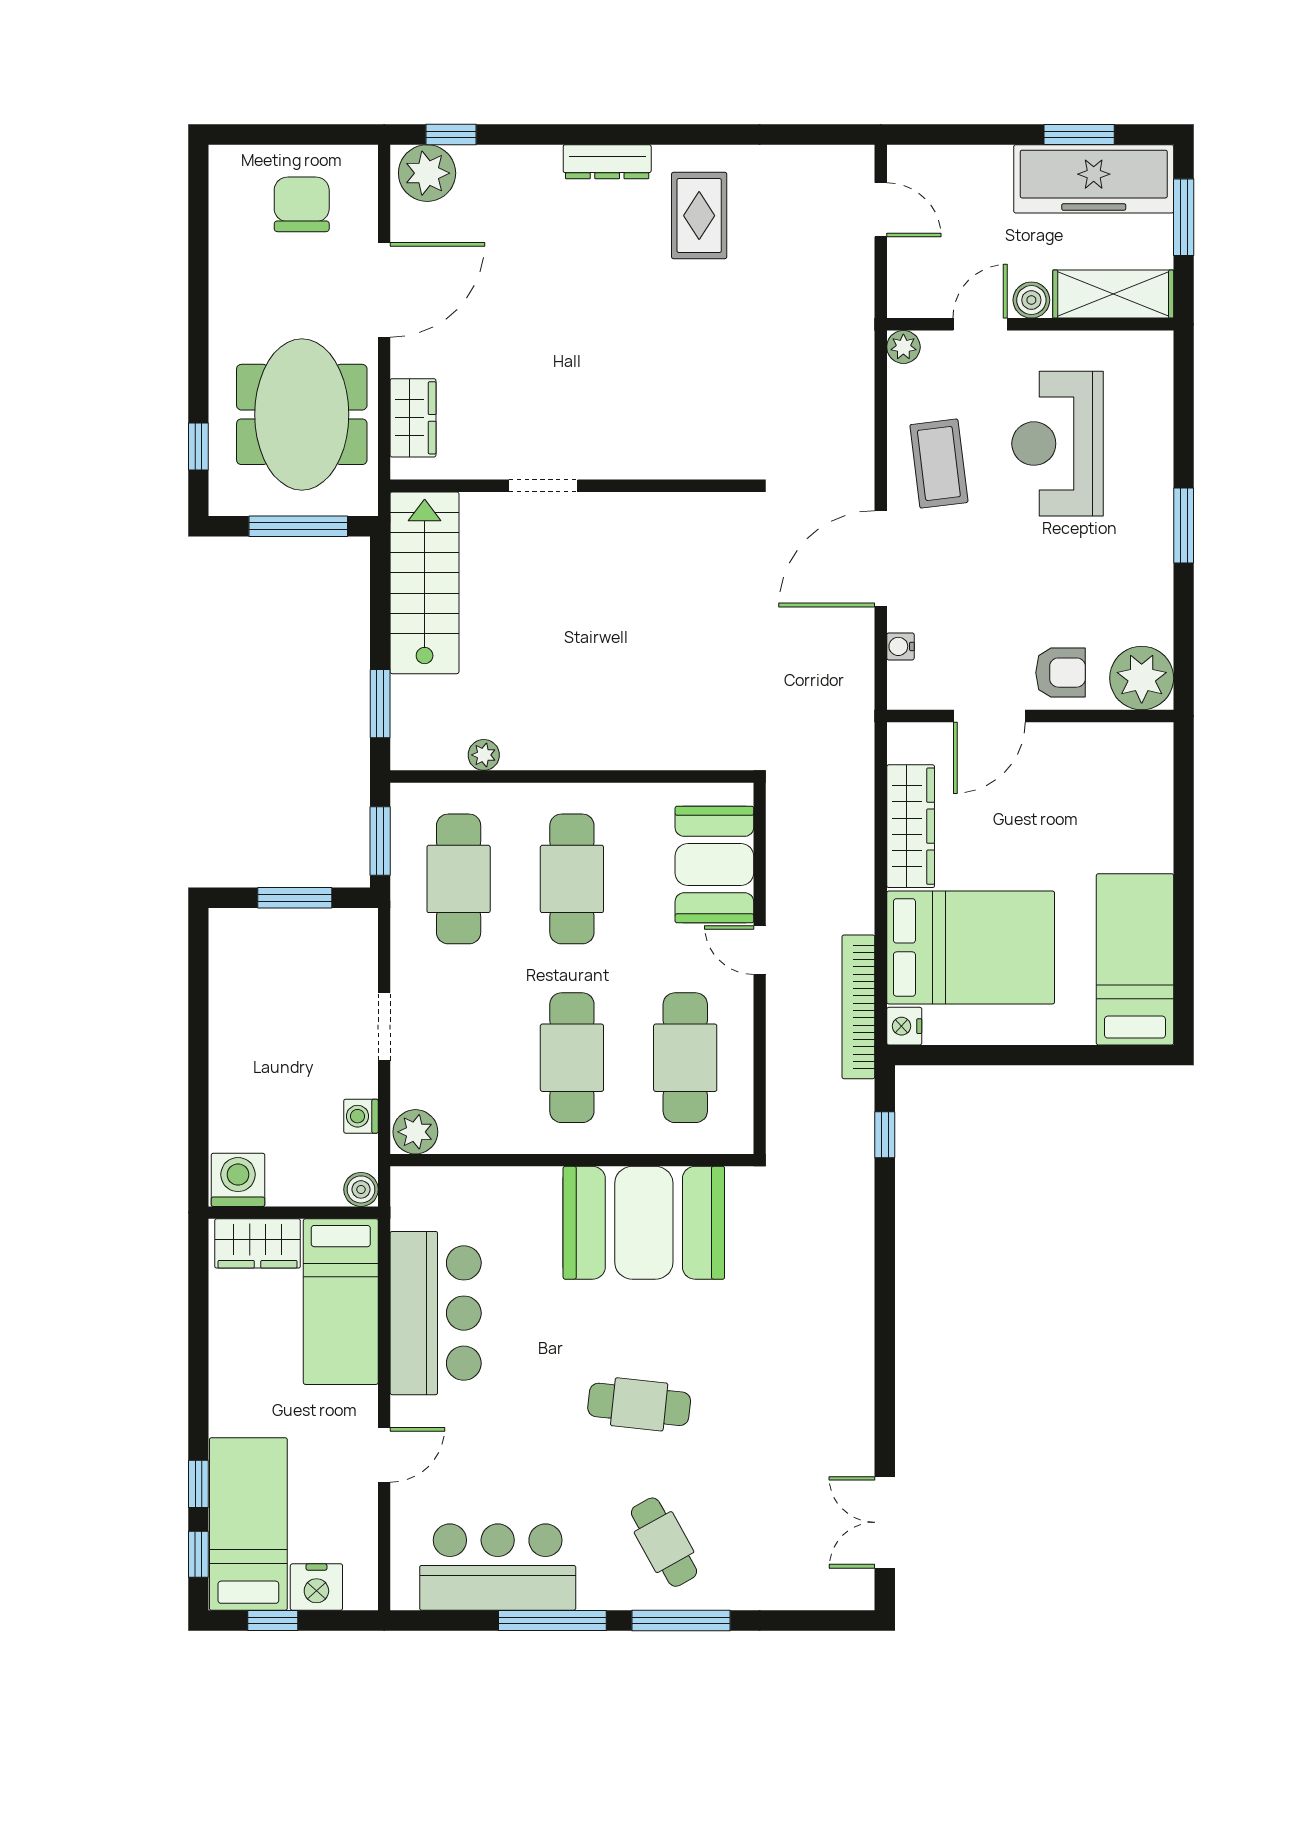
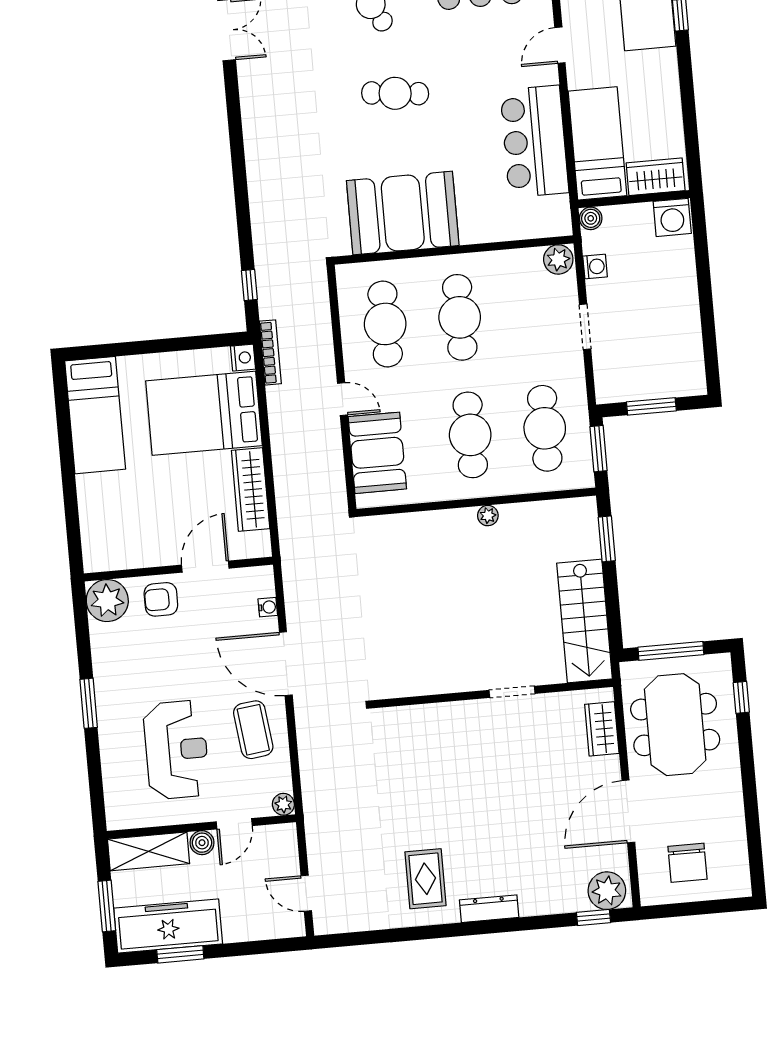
door: (881, 559) -> (286, 664), swing flipped
plant: (484, 755) -> (488, 516), moved
bookcase: (858, 1007) -> (270, 352), width x0.68, depth x0.76

